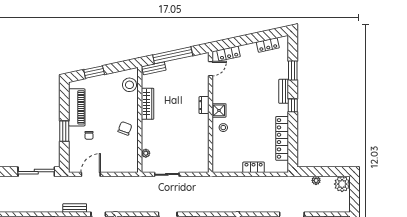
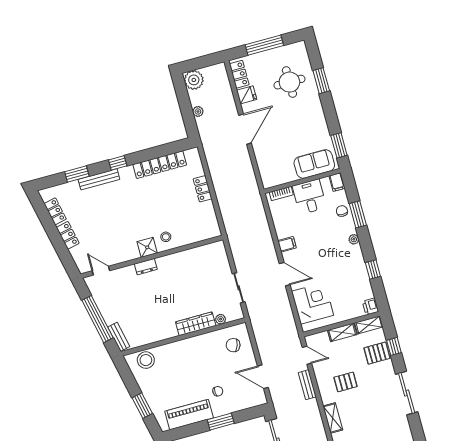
locker: (229, 53) -> (68, 235), moved
bench: (284, 91) -> (99, 179), width x1.36
wardrobe: (148, 104) -> (196, 324), moved
chair: (125, 128) -> (233, 345), moved

